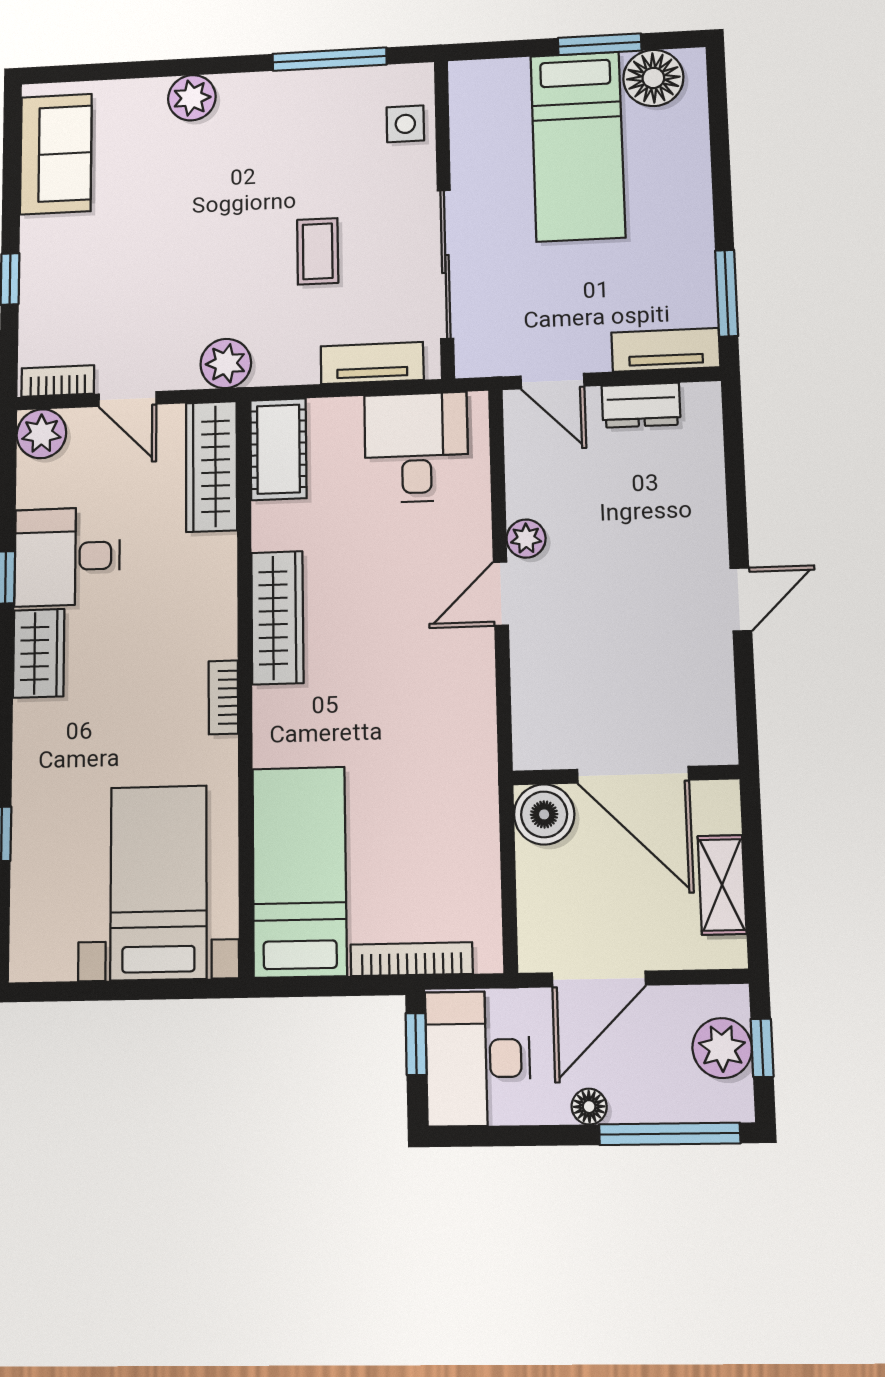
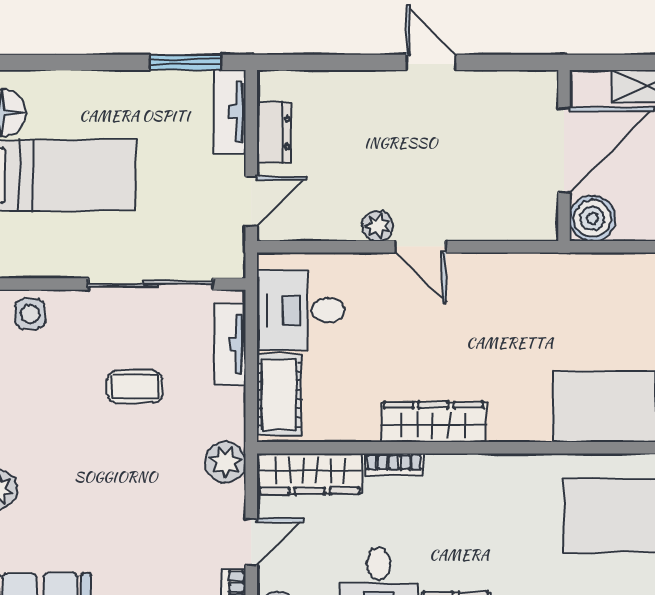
cot: (278, 449) -> (279, 395), moved, turned 90
bookcase: (223, 697) -> (394, 465), moved

